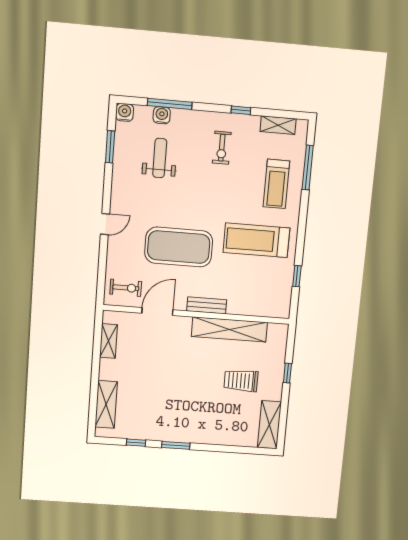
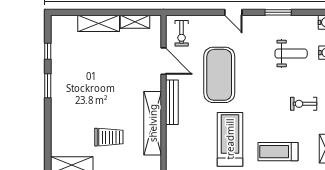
window: (110, 147) -> (278, 12), moved
bench: (207, 305) -> (172, 102), width x1.36
trolley: (241, 381) -> (109, 137), turned 90
shelving: (106, 404) -> (99, 23), moved

